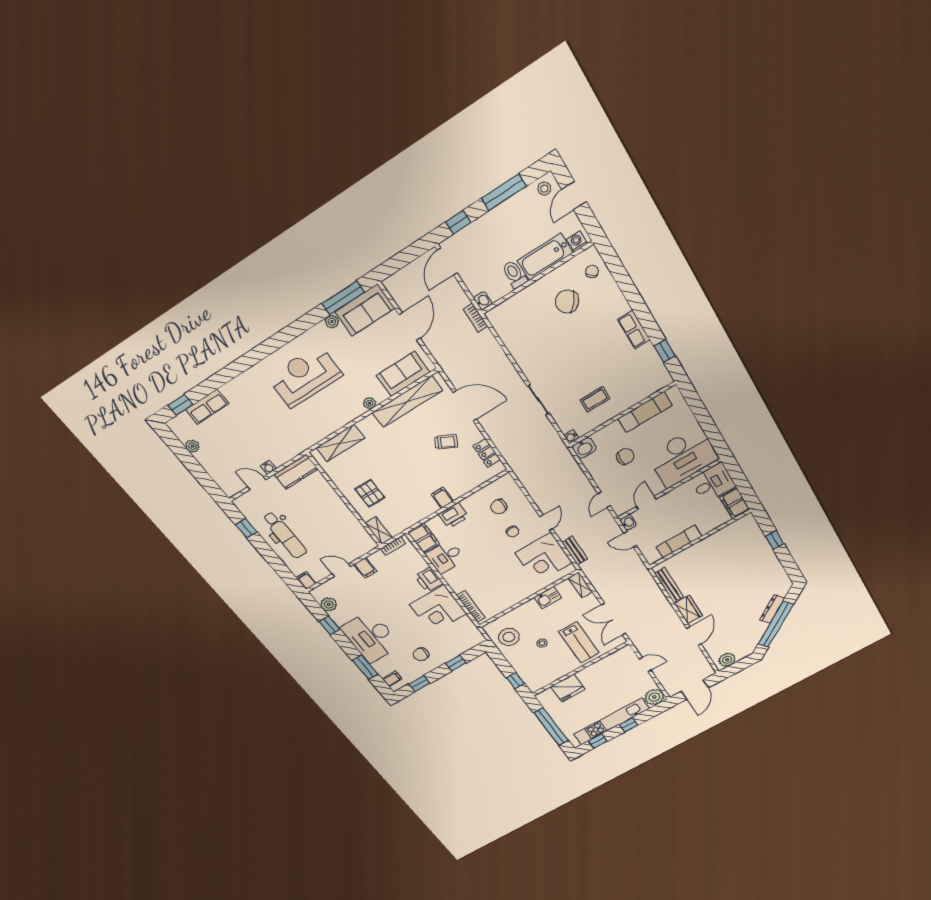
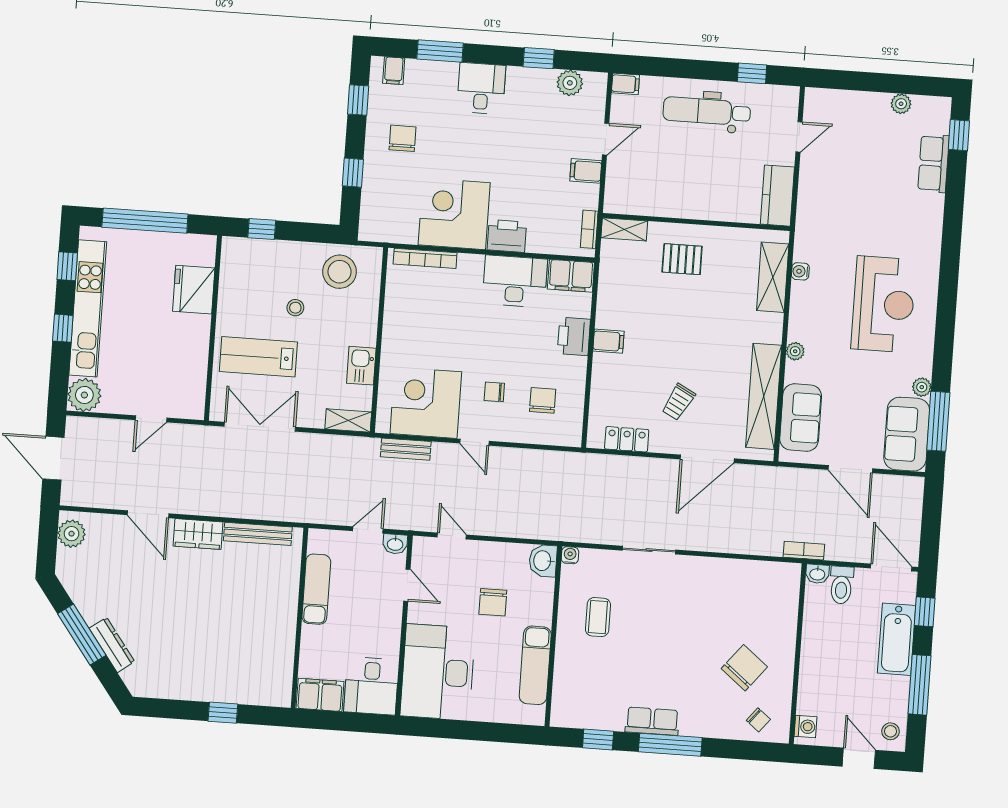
bathtub: (545, 257) -> (897, 639), moved, turned 180
toilet: (515, 274) -> (841, 585), moved, turned 90
window: (641, 310) -> (670, 745), added
water cooler: (268, 467) -> (800, 271), moved
desk: (445, 557) -> (515, 281), width x1.37
window: (776, 624) -> (82, 634), width x0.68
desk: (370, 637) -> (481, 88), width x0.53, depth x0.77

